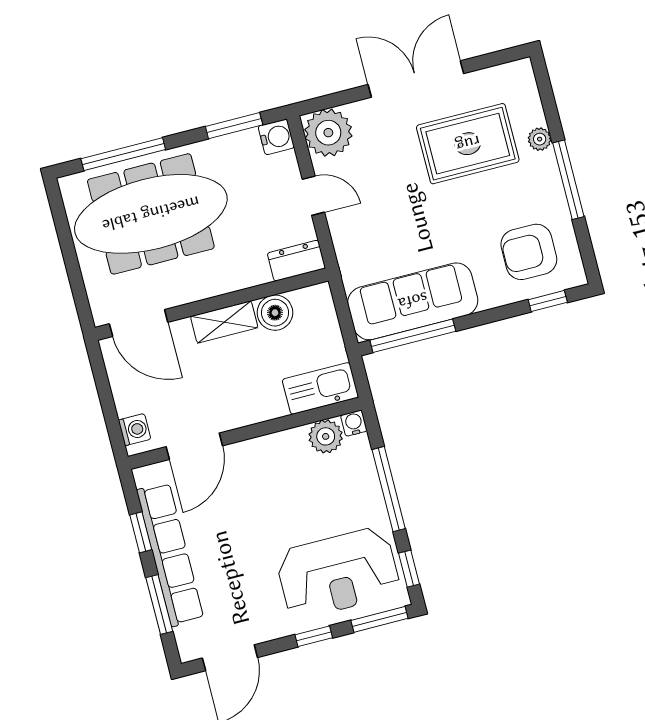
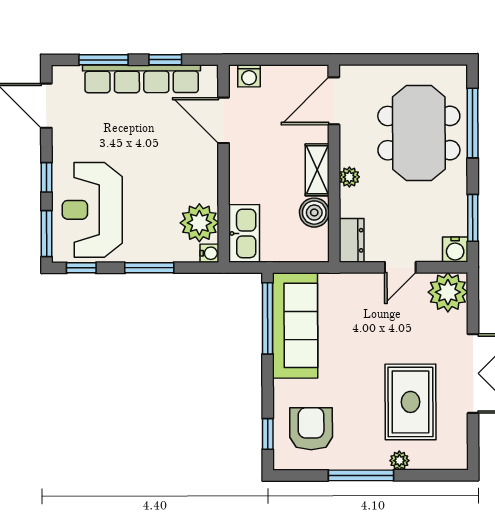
meeting table: (151, 214) -> (419, 133), width x0.73
plant: (223, 282) -> (349, 177), added
plant: (326, 436) -> (199, 223), width x1.36, depth x1.36
window: (389, 489) -> (149, 268), width x0.69

